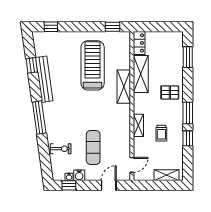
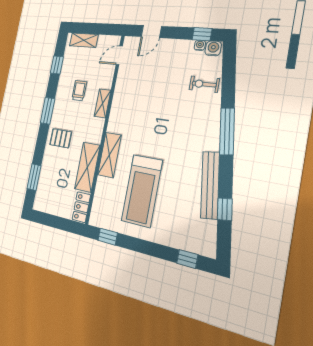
window: (188, 138) -> (57, 65), moved
exercise mat: (93, 147) -> (161, 81), removed
water cooler: (79, 175) -> (213, 48), moved

